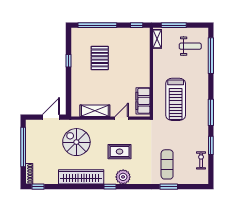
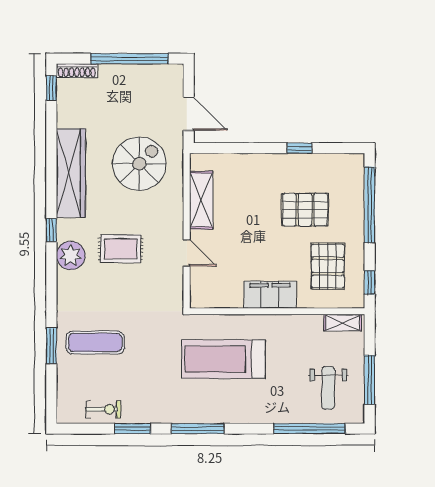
window: (174, 25) -> (370, 380), moved
pallet: (128, 46) -> (328, 266), added
filing cabinet: (143, 101) -> (270, 295), moved
rug: (120, 152) -> (121, 249), turned 90

